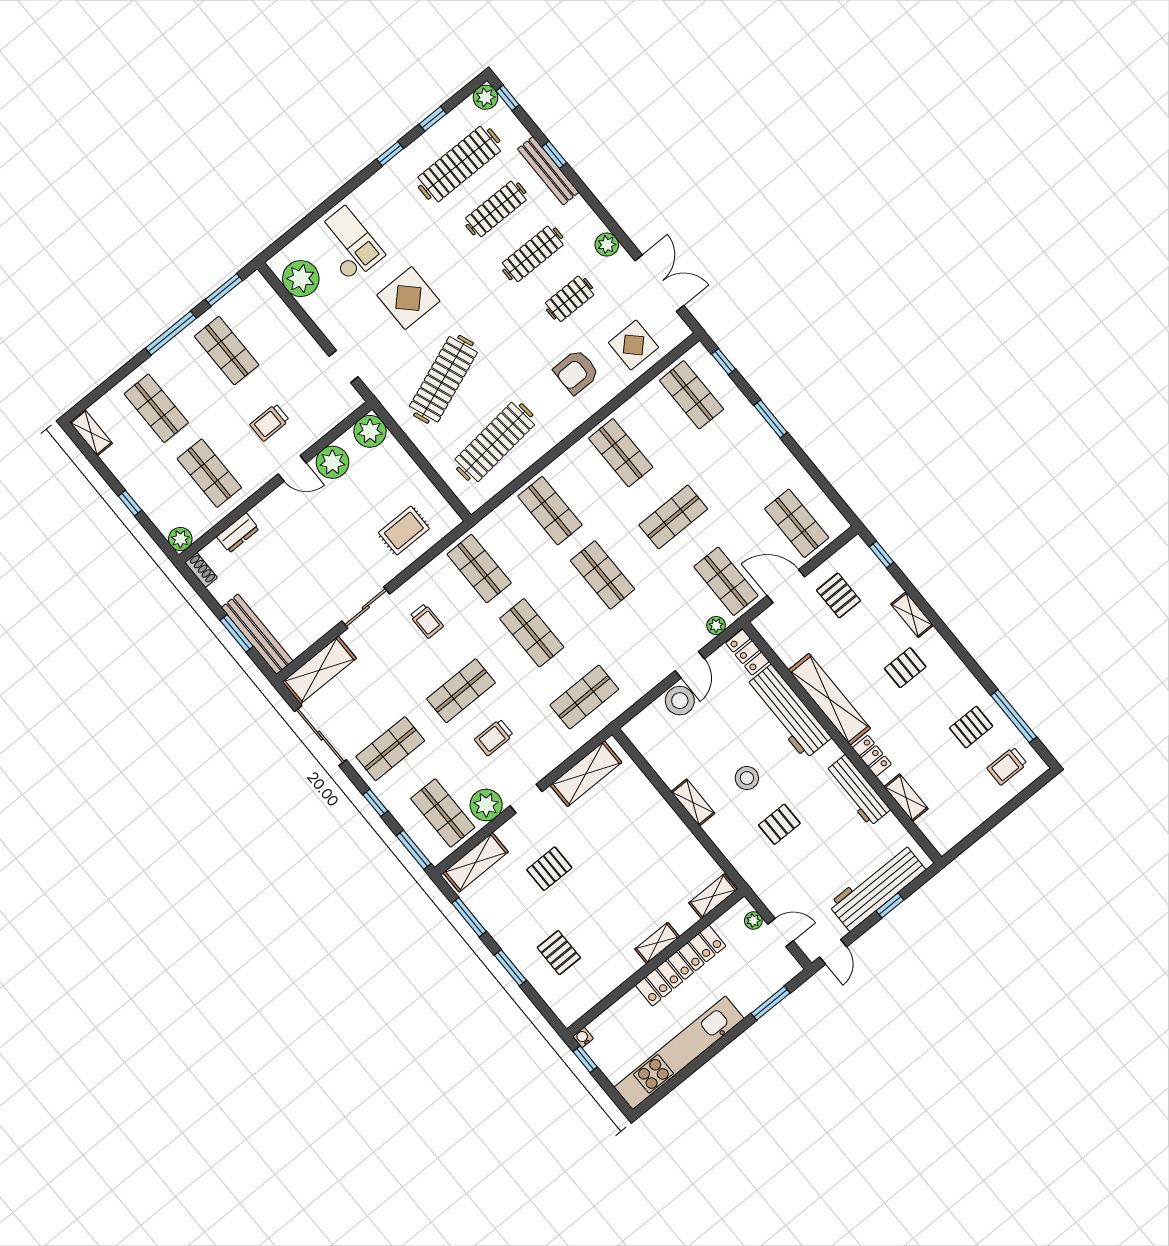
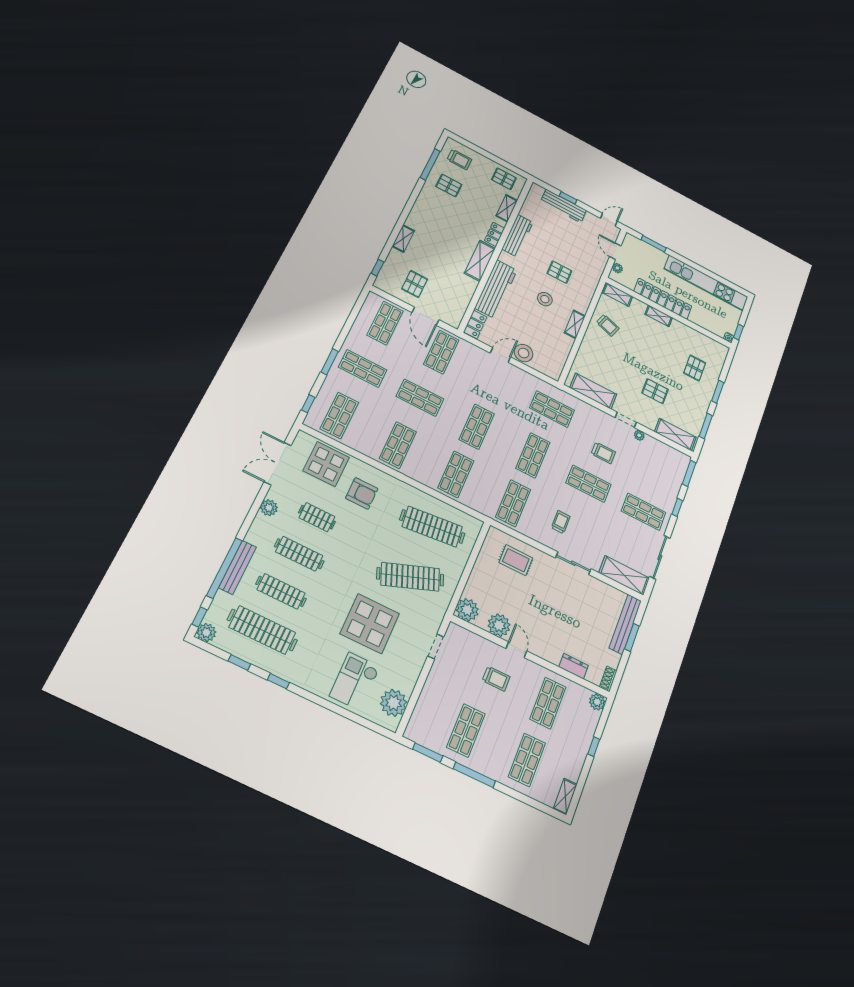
window: (554, 155) -> (224, 568), width x3.17
display table: (408, 298) -> (370, 624), width x1.36, depth x1.36
display table: (634, 345) -> (326, 464), width x1.36, depth x1.36
plant: (716, 626) -> (470, 348), removed
pallet: (905, 668) -> (504, 179), moved
shelving: (829, 699) -> (480, 261), width x0.68
plant: (486, 805) -> (639, 435), width x0.53, depth x0.53
shop shelf: (443, 813) -> (363, 368), moved, turned 90
trolley: (673, 853) -> (608, 325), added
workbench: (877, 887) -> (564, 206), width x0.73, depth x0.76

